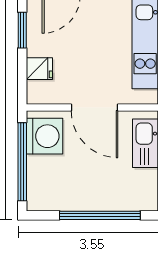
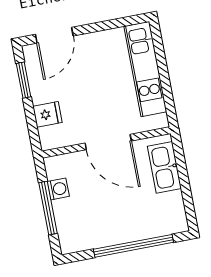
washing machine: (44, 136) -> (58, 189), width x0.53, depth x0.53
window: (22, 162) -> (48, 208), width x0.68

